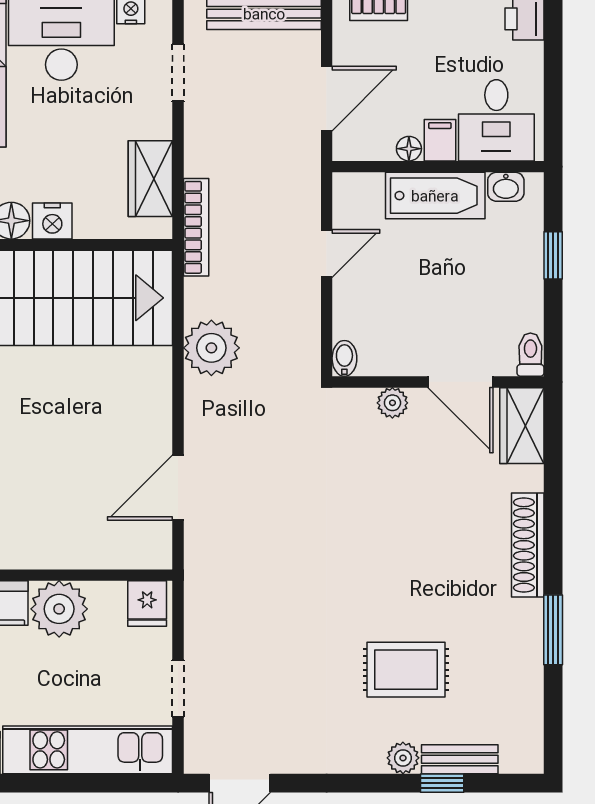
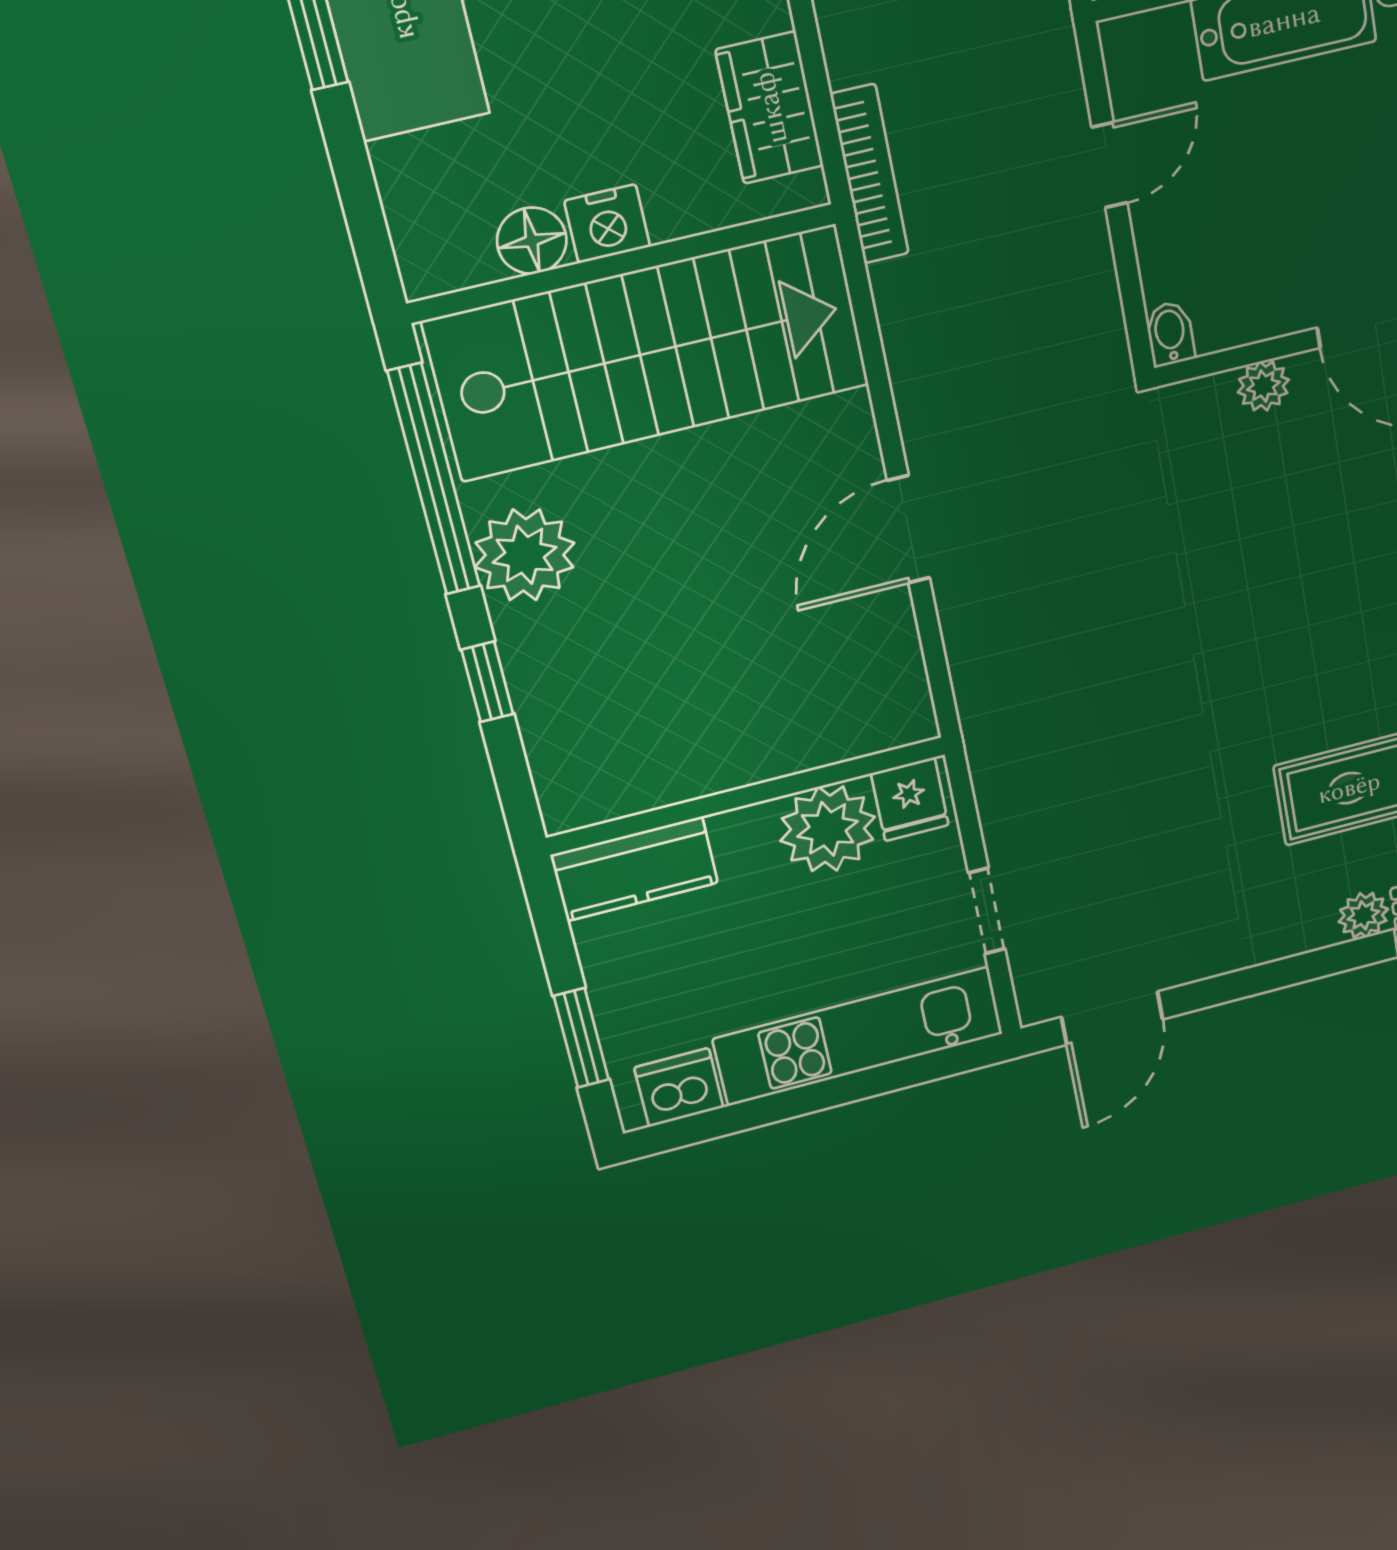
plant: (211, 348) -> (937, 372), removed
door: (178, 488) -> (909, 529), moved
plant: (59, 609) -> (828, 829), moved

